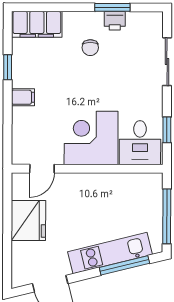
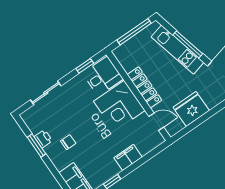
filing cabinet: (23, 97) -> (128, 157), width x2.00
locker: (92, 183) -> (144, 87), added
window: (124, 265) -> (188, 44), moved

